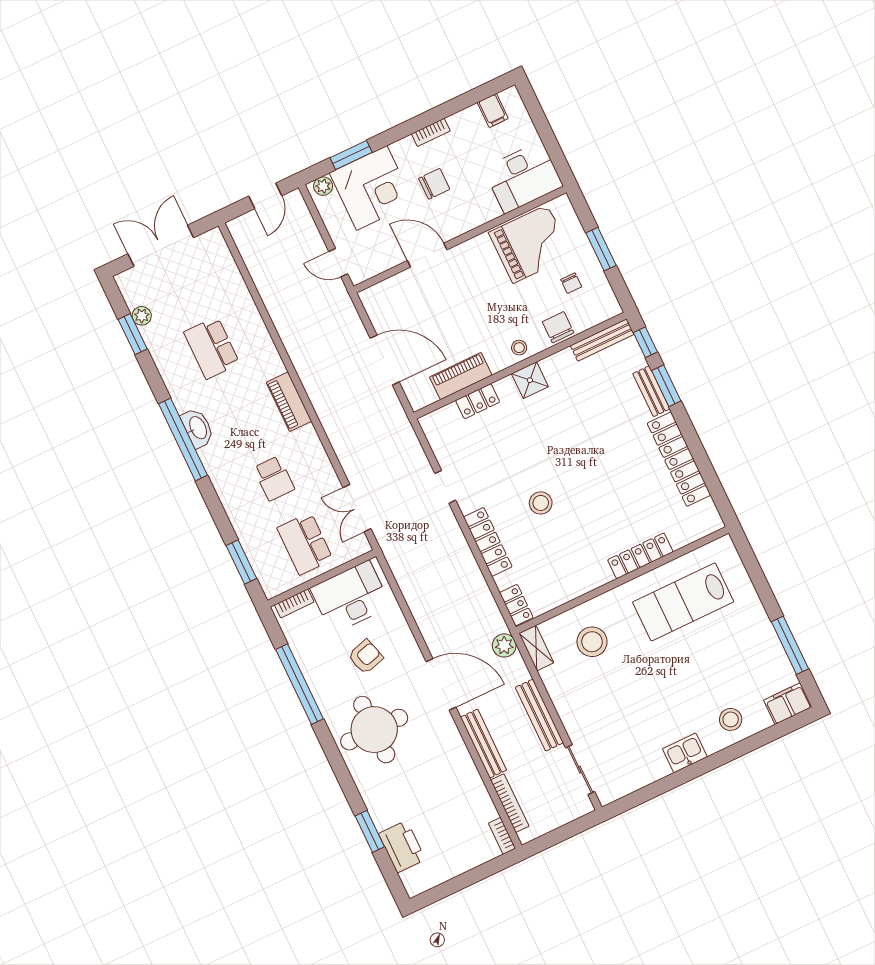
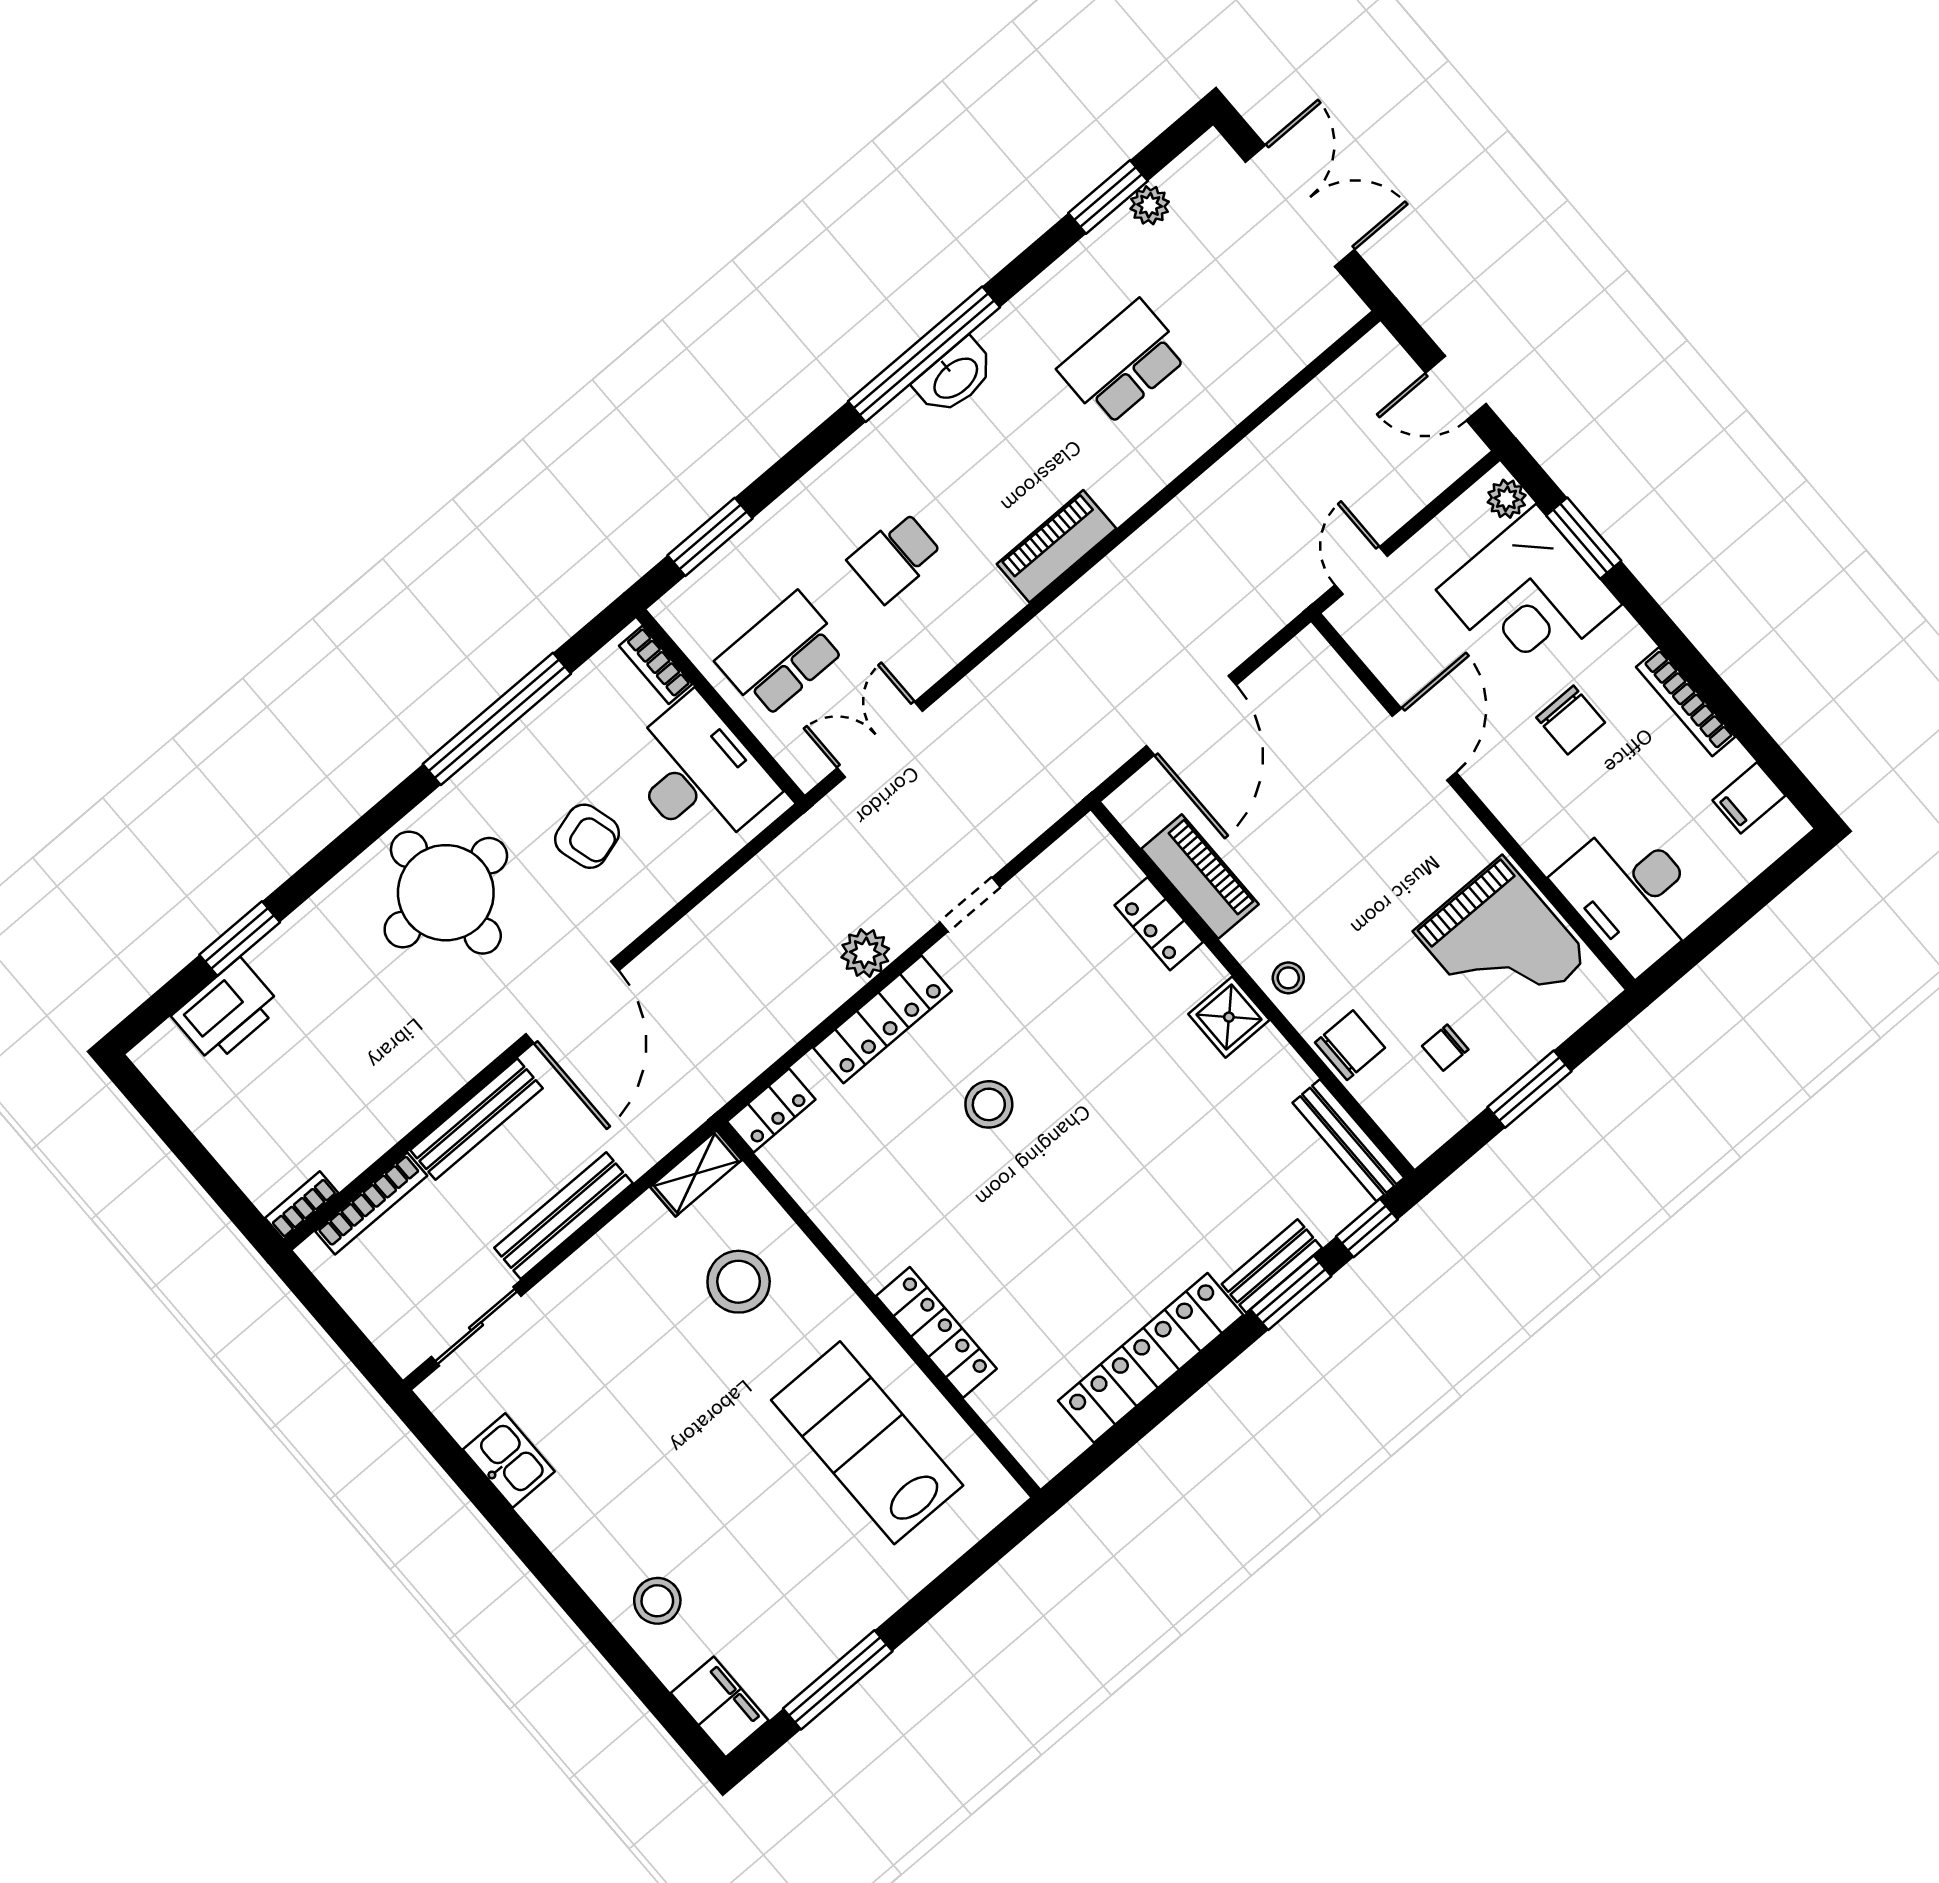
bookcase: (431, 132) -> (1686, 702), width x1.56
plant: (504, 646) -> (865, 953), moved
kitchen sink: (685, 753) -> (509, 1460), moved

